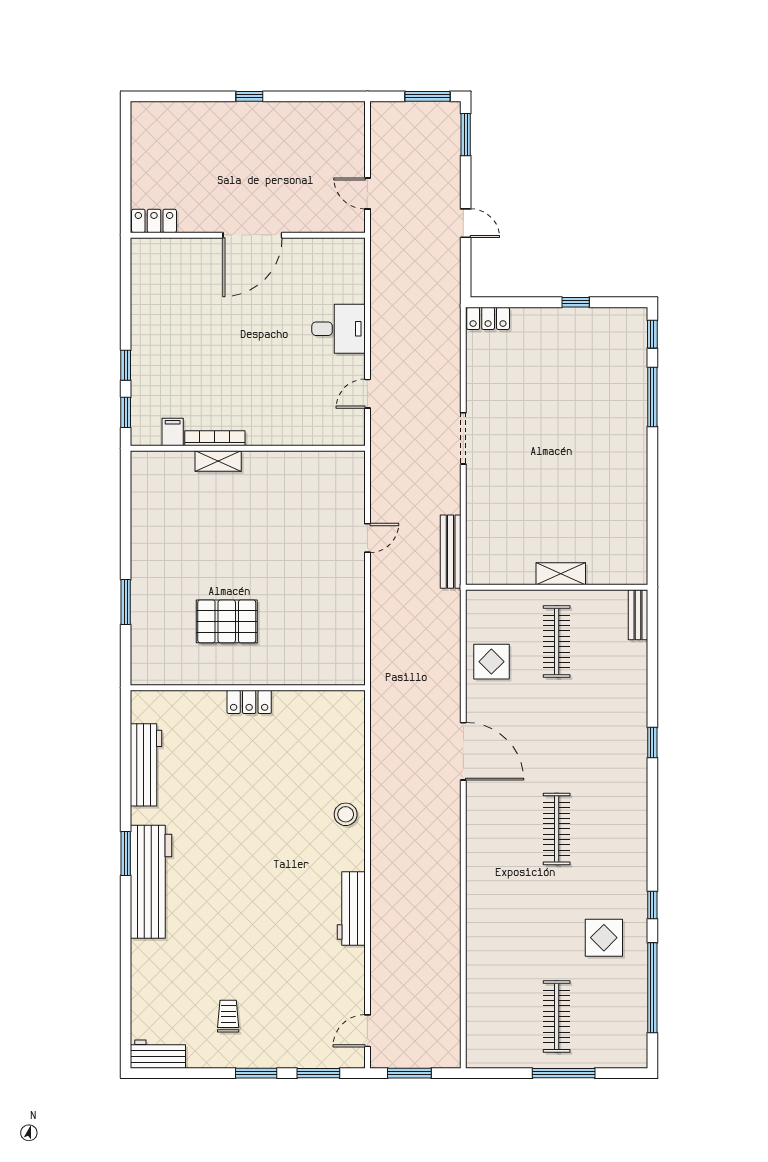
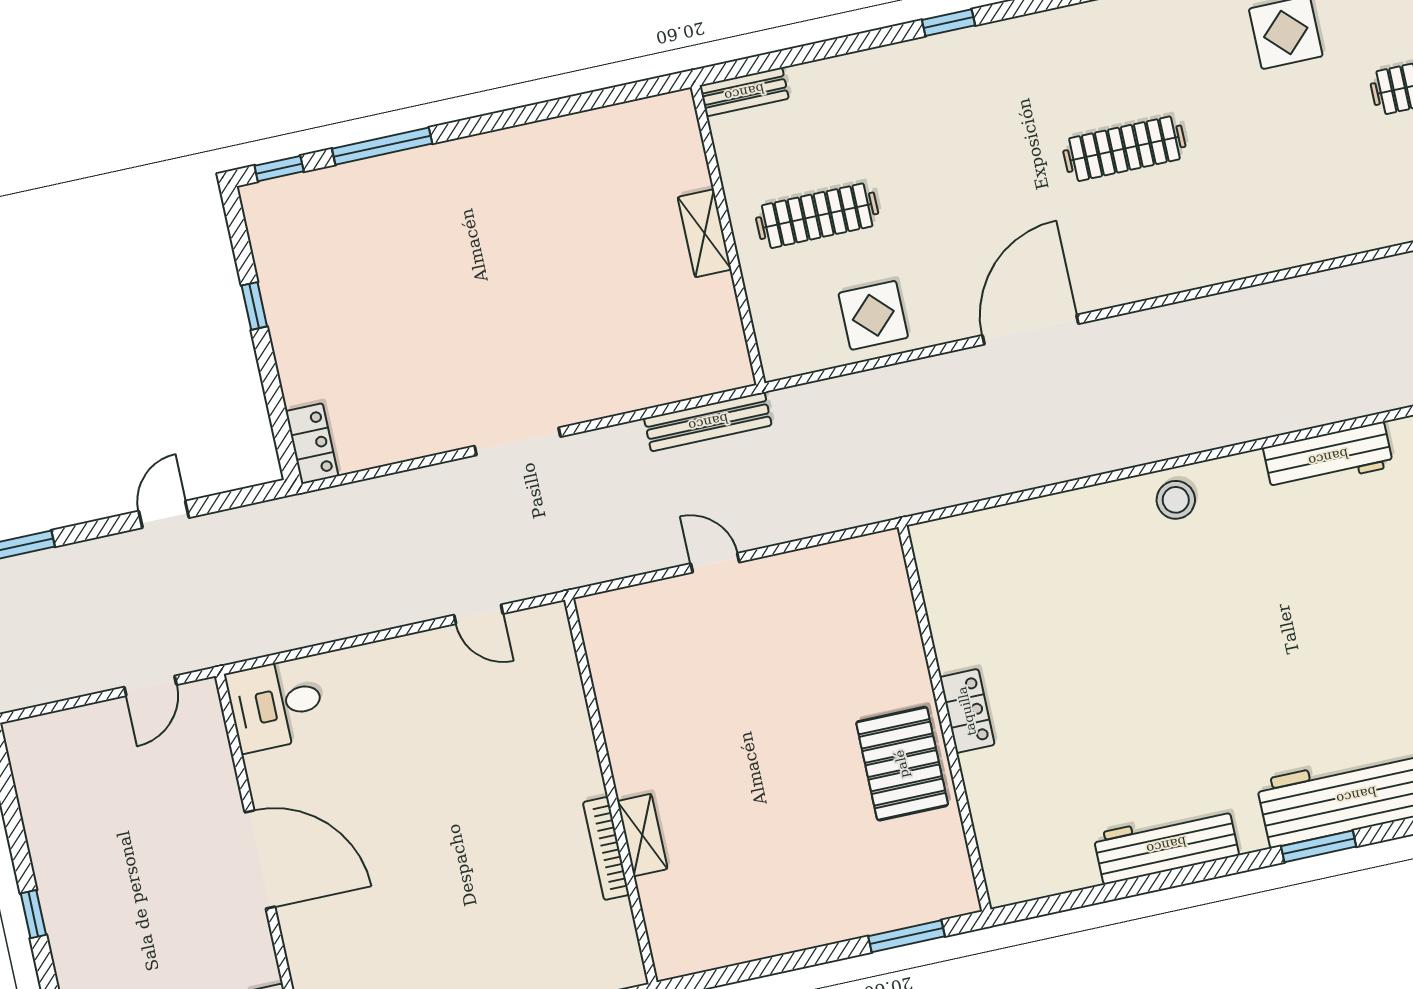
desk: (339, 329) -> (276, 705), moved, turned -90
filing cabinet: (173, 432) -> (611, 920), removed
wall: (248, 688) -> (944, 718), moved
locker: (249, 702) -> (967, 711), moved

